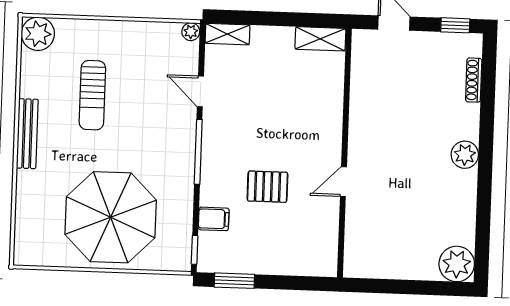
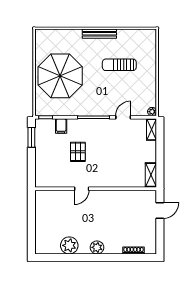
window: (455, 25) -> (160, 240), removed
plant: (38, 34) -> (148, 37), removed
door: (343, 182) -> (82, 189), swing flipped
plant: (457, 264) -> (69, 245), moved

